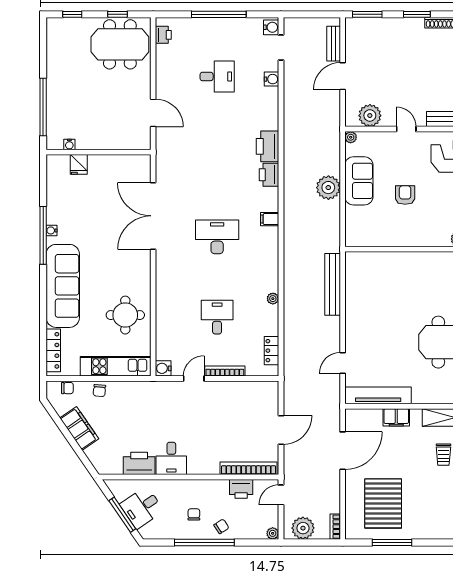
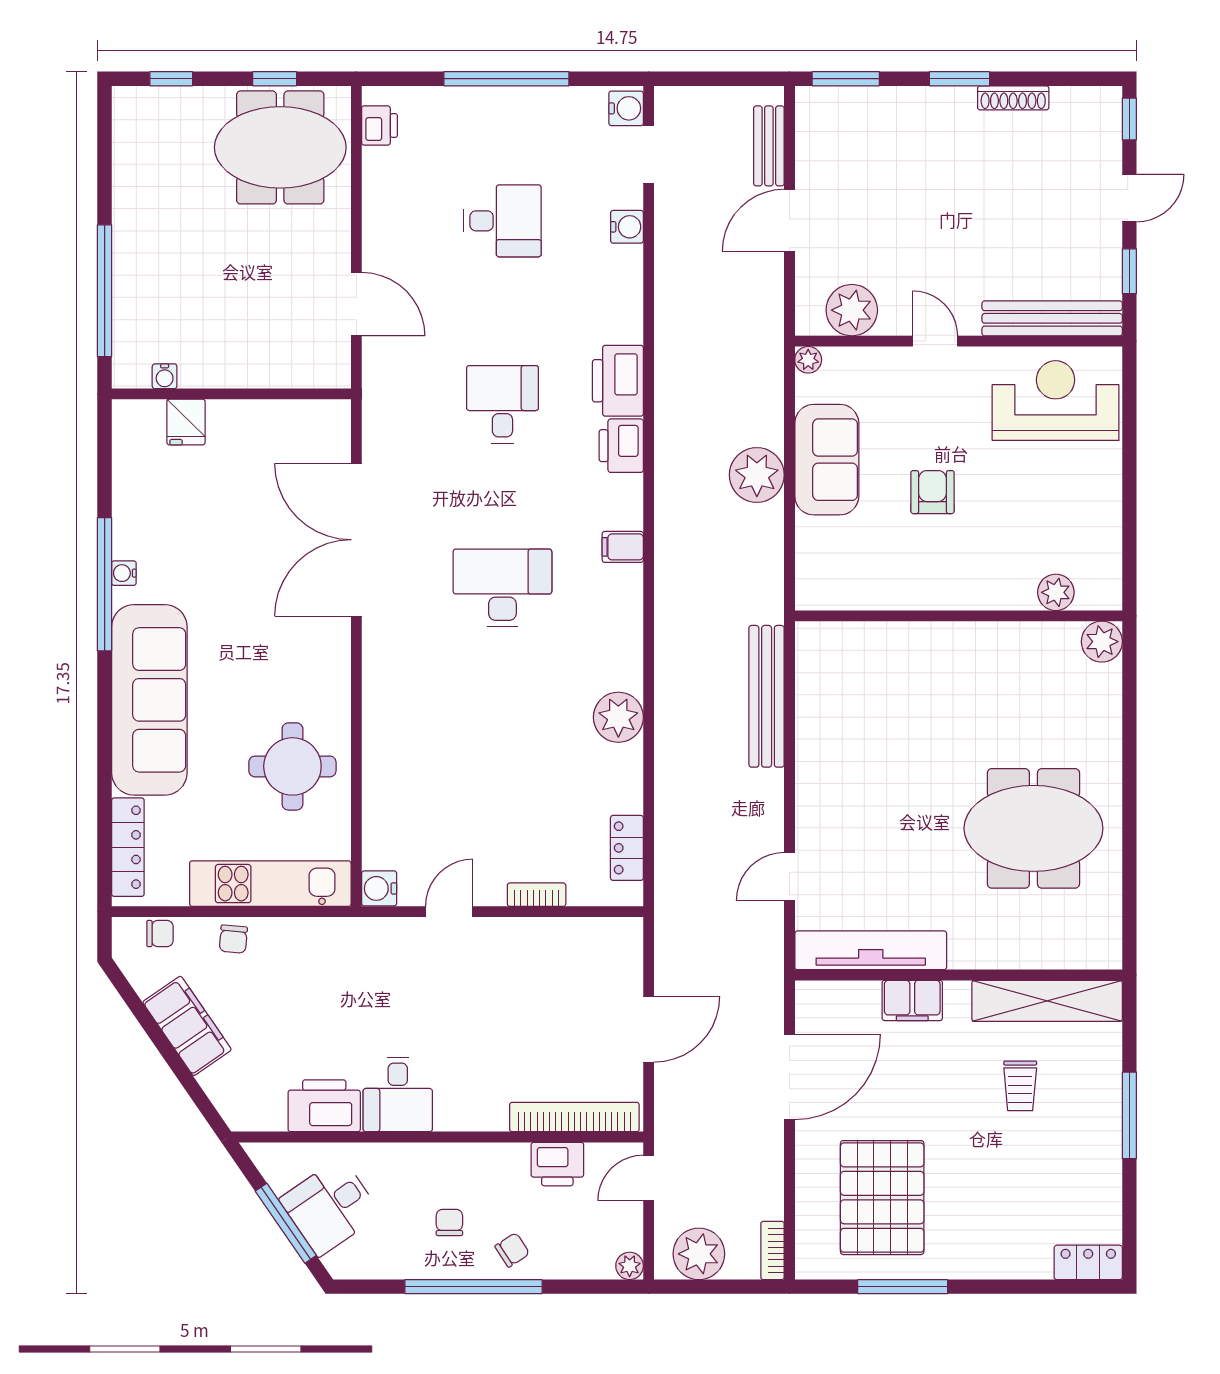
plant: (273, 299) -> (618, 717), width x1.88, depth x1.88
desk: (217, 317) -> (502, 404), moved
bookcase: (225, 371) -> (537, 895), width x0.64

